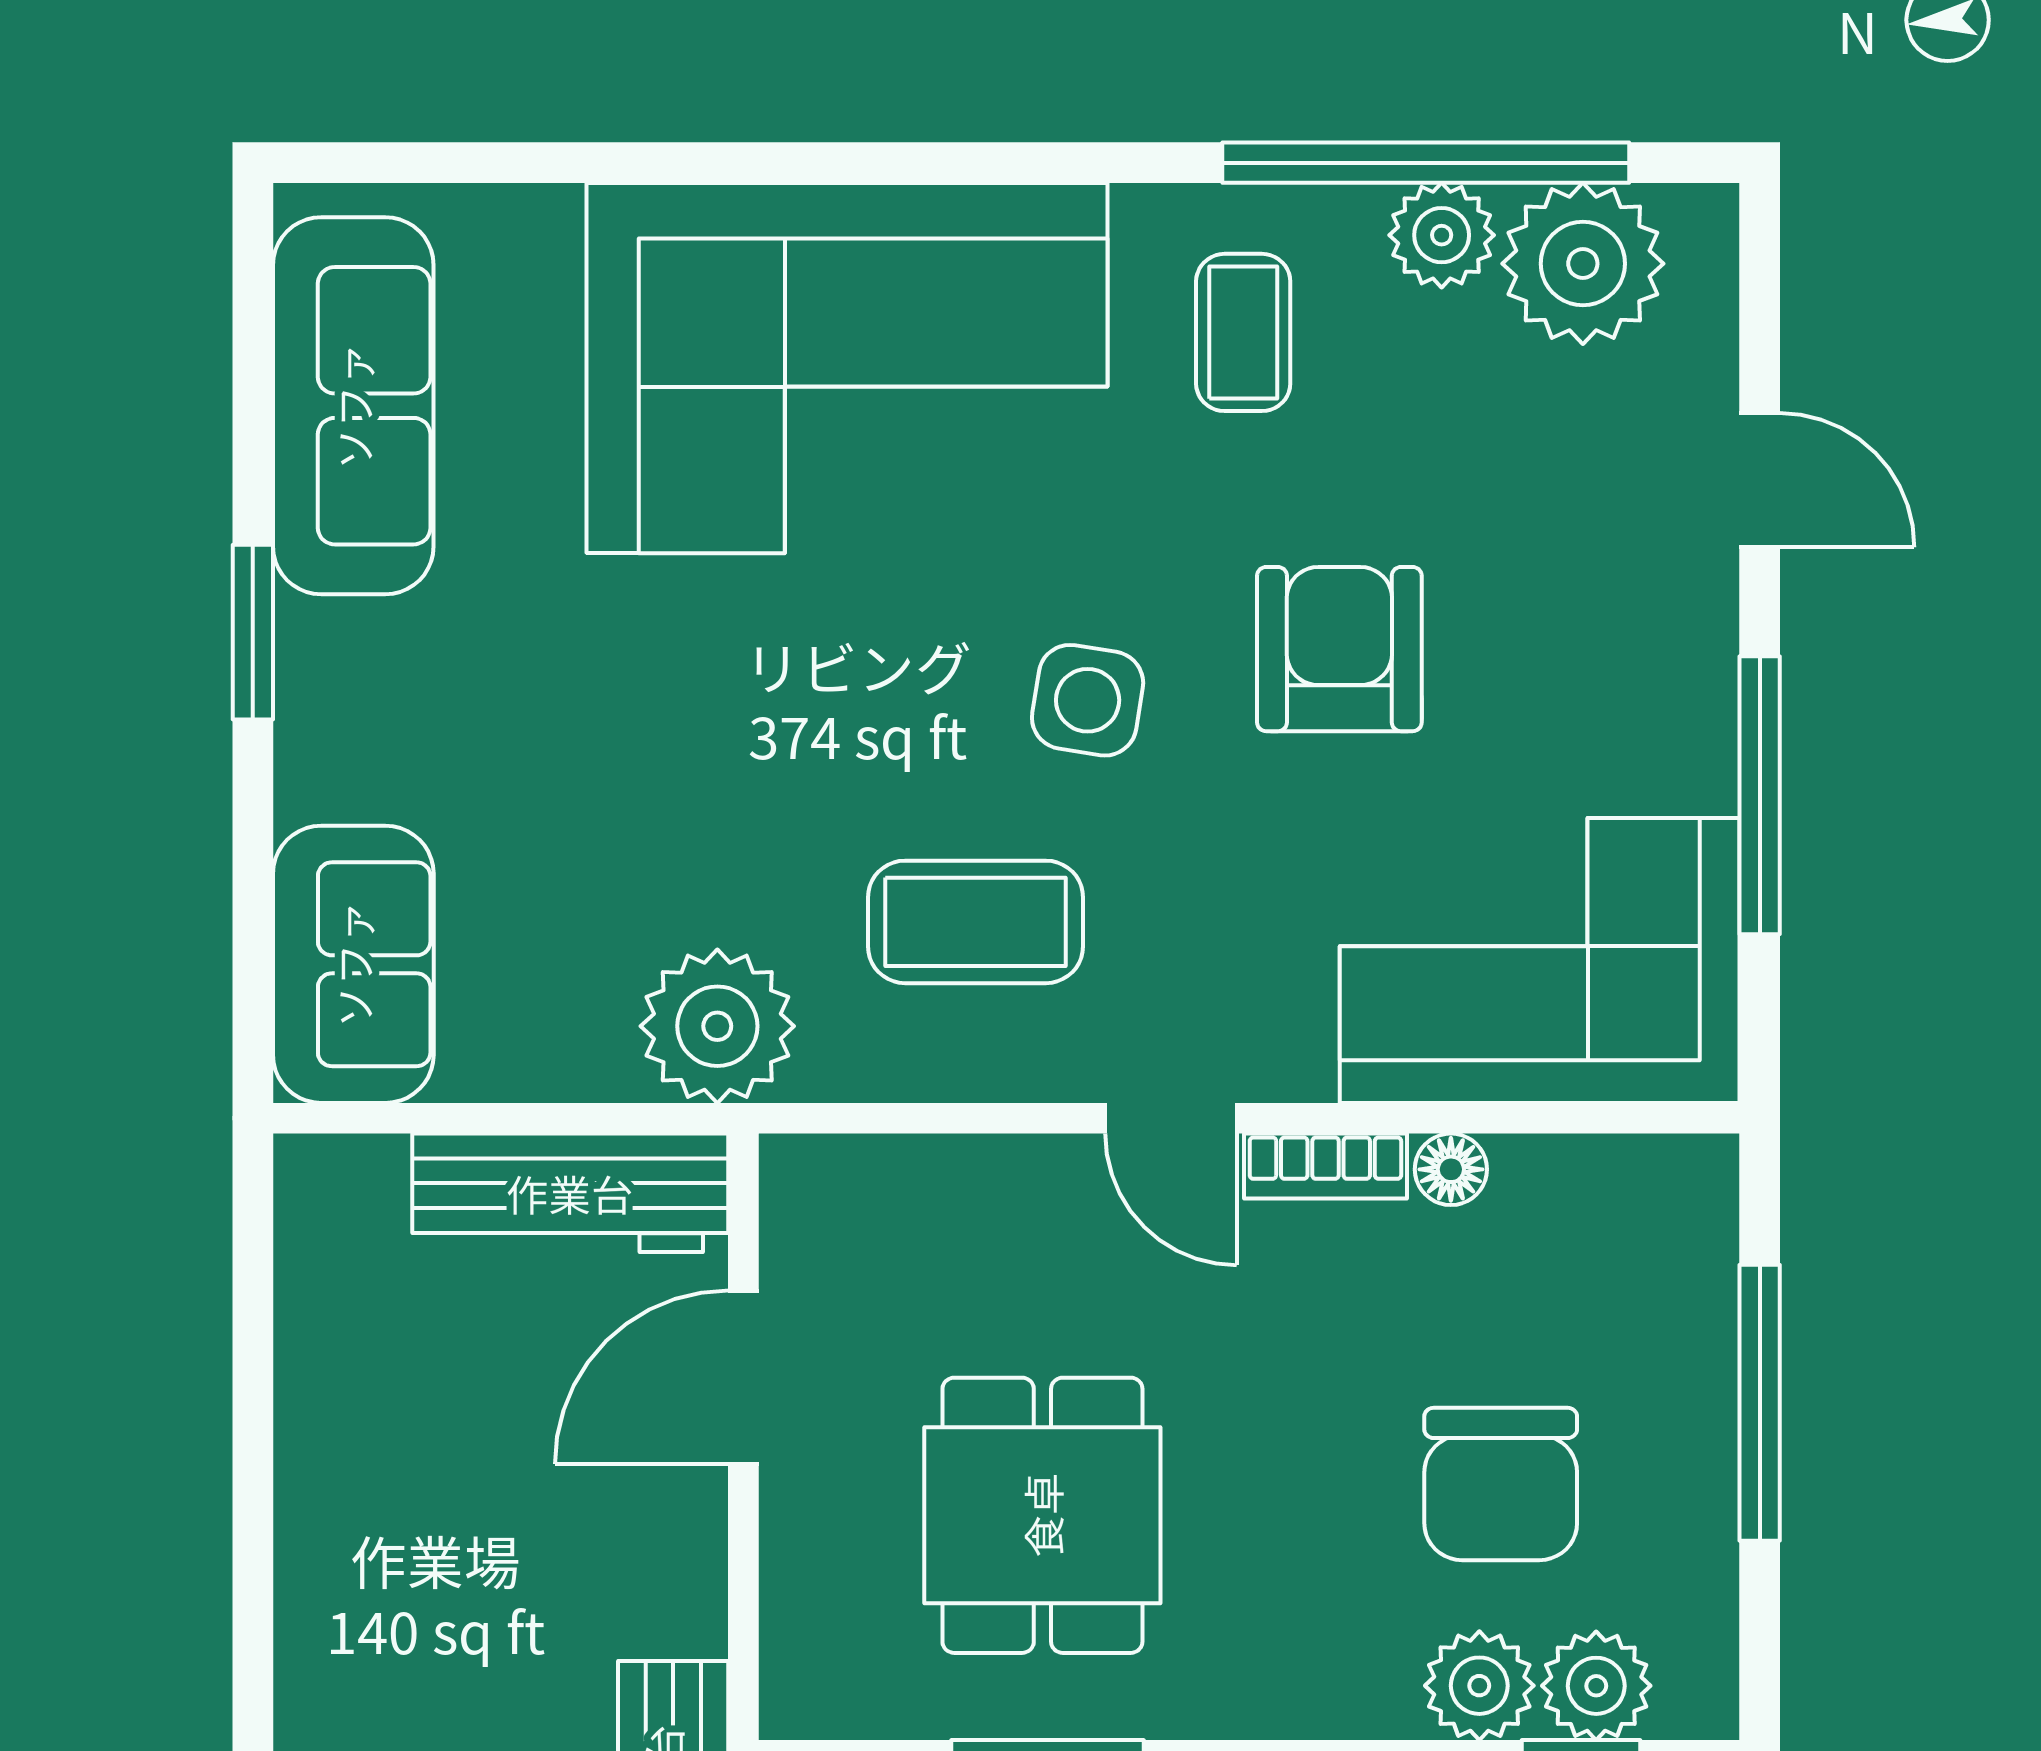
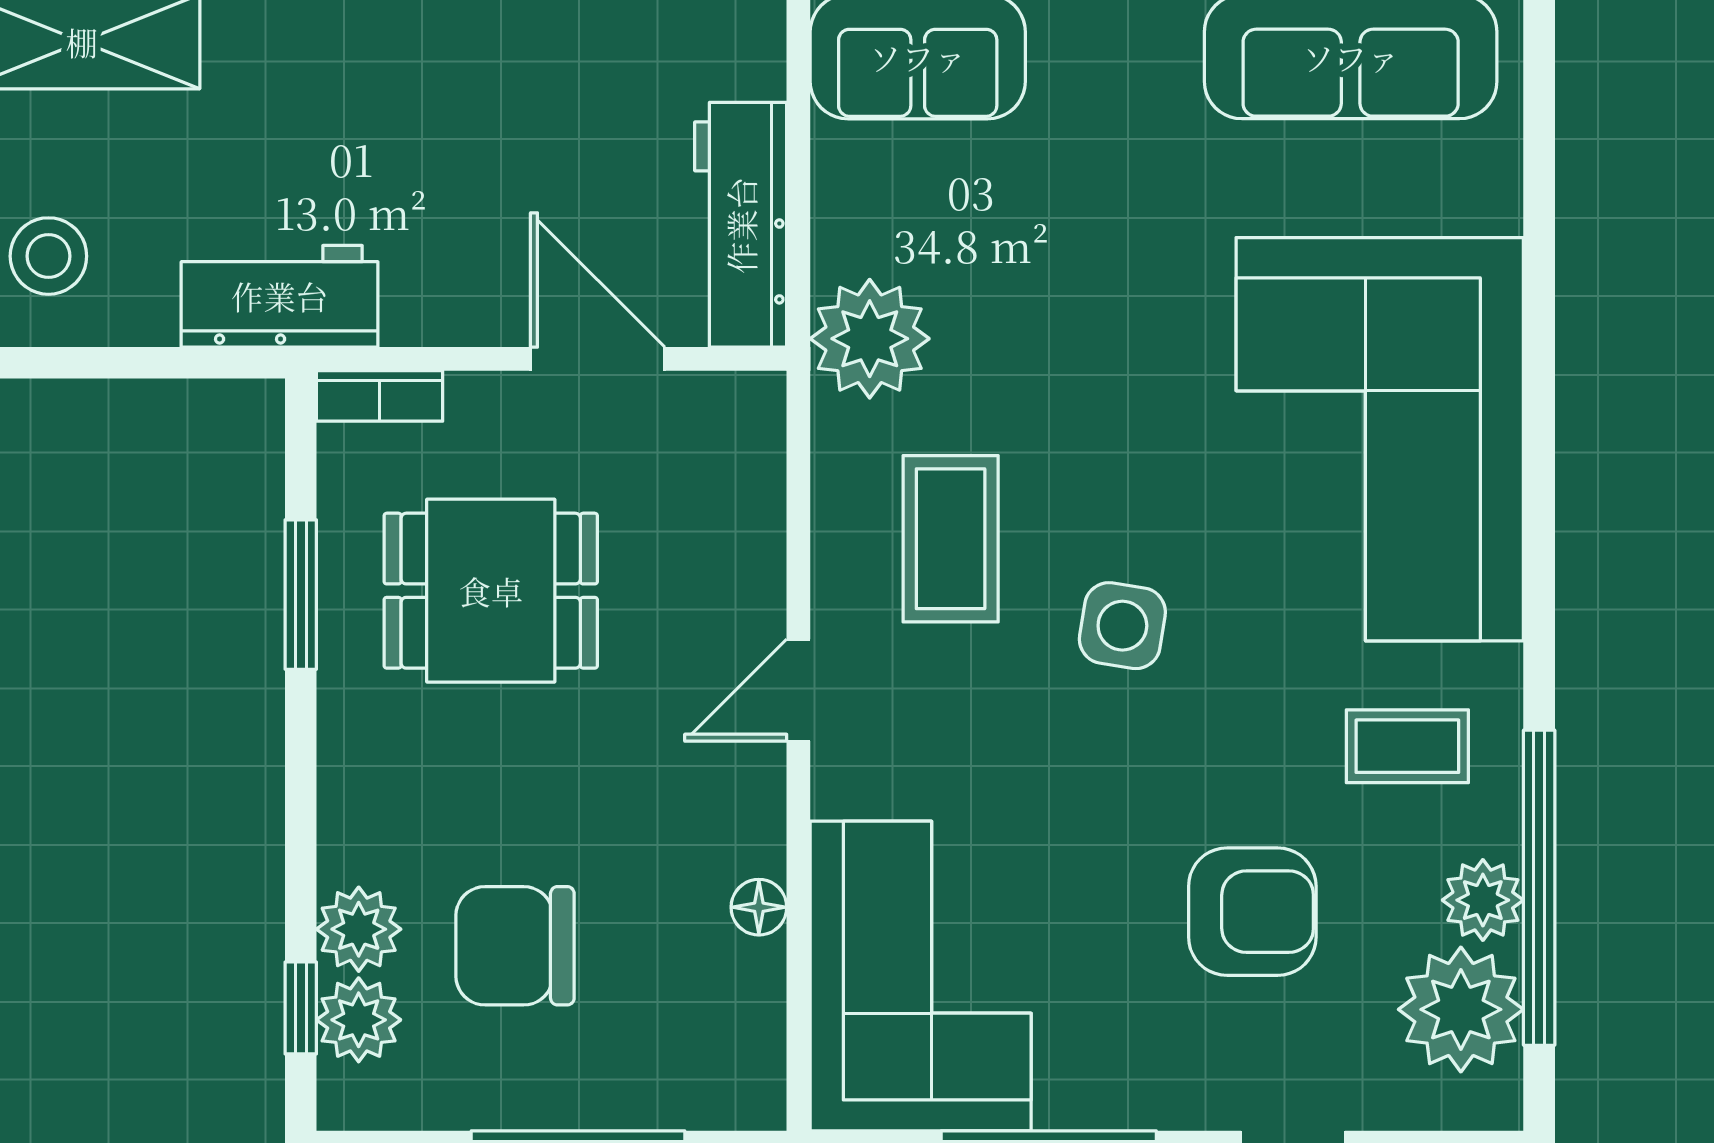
armchair: (1339, 649) -> (1252, 912), moved
bookcase: (1325, 1166) -> (380, 396), moved, turned -90

